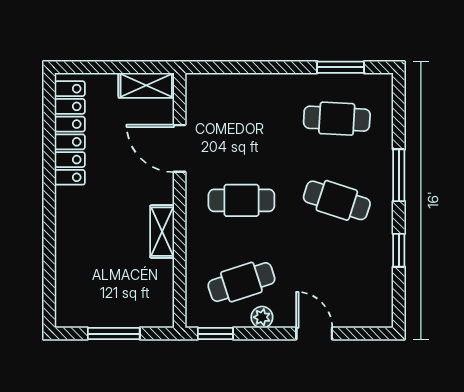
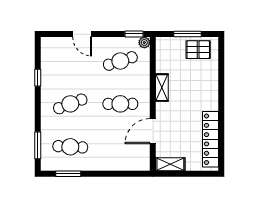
door: (180, 148) -> (153, 131), swing flipped
window: (399, 175) -> (38, 145), moved
cafe table: (337, 200) -> (70, 104), turned -39
pallet: (93, 304) -> (198, 50), added
plant: (262, 317) -> (144, 43), moved

